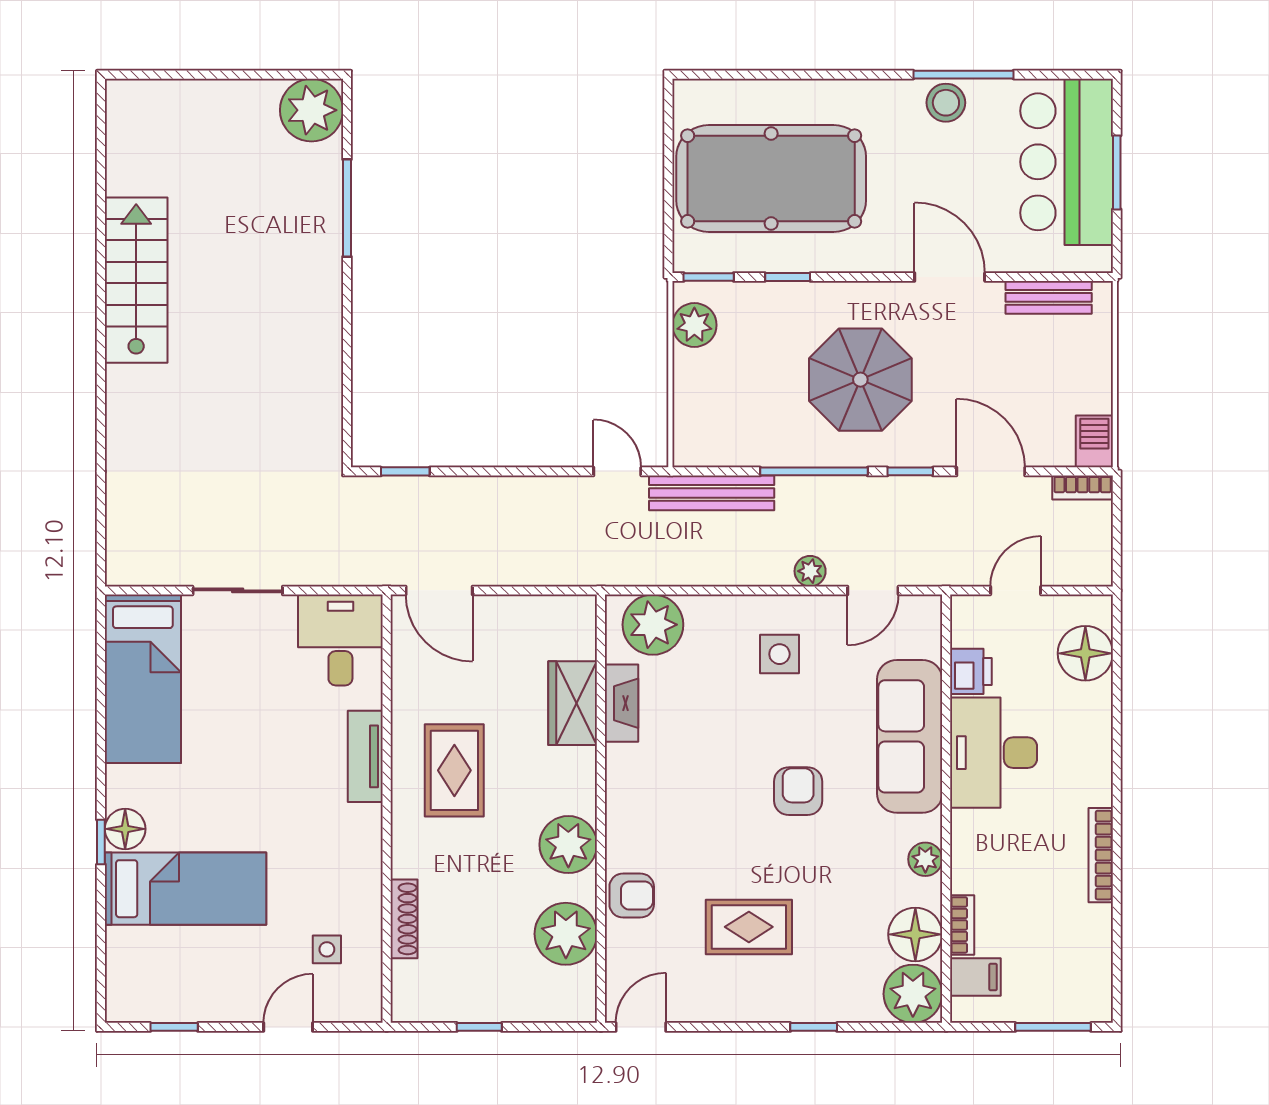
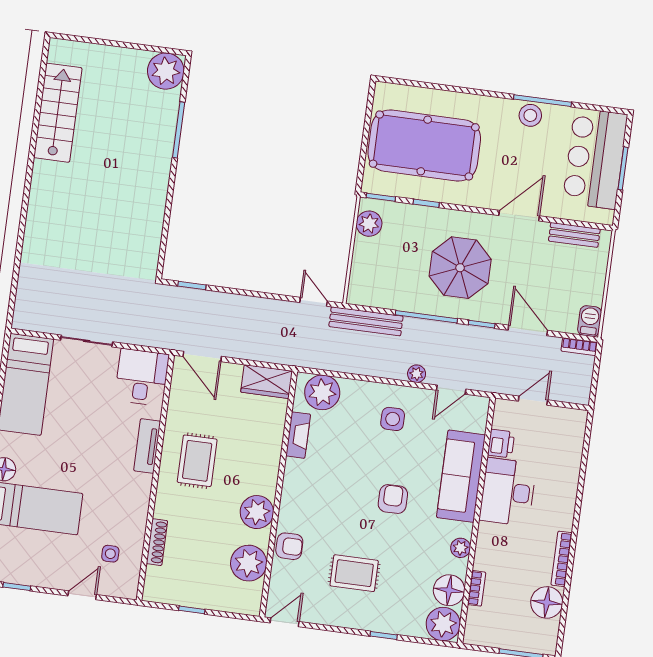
door: (950, 277) -> (519, 216), hinge flipped
stairs: (136, 280) -> (58, 113), moved
floor lamp: (1085, 653) -> (547, 602), moved
wardrobe: (573, 703) -> (267, 382), moved, turned -90
filing cabinet: (975, 977) -> (480, 619), removed

